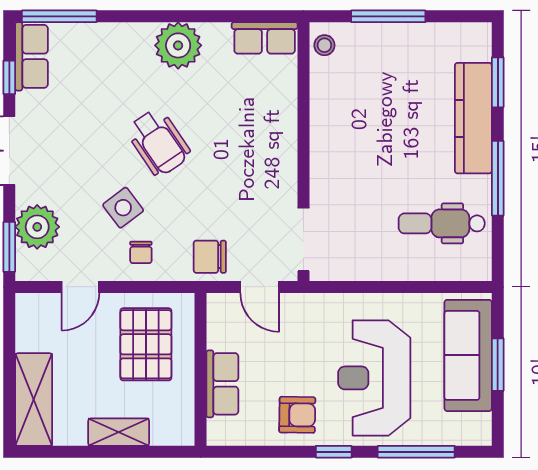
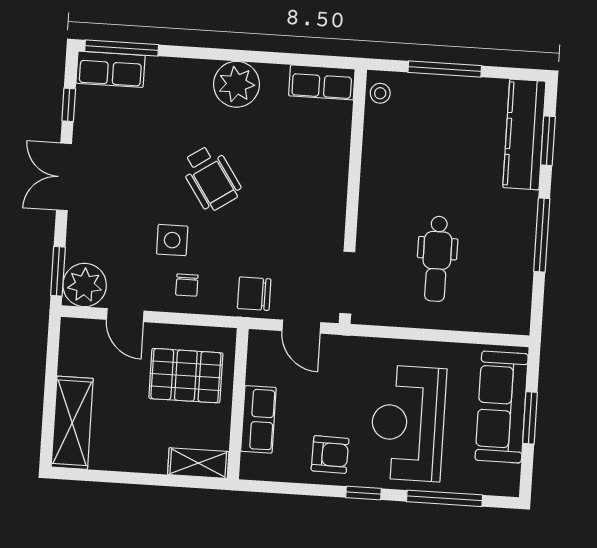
row of seats: (32, 56) -> (111, 69), moved, turned 90
kitchen counter: (473, 118) -> (524, 134), moved
side table: (123, 208) -> (172, 240), turned 37
dental chair: (442, 223) -> (437, 259), moved, turned -90
plant: (37, 227) -> (85, 285), moved
door: (80, 287) -> (125, 315), hinge flipped
pallet: (146, 344) -> (186, 376), turned 90
shelving: (119, 432) -> (198, 463), moved

